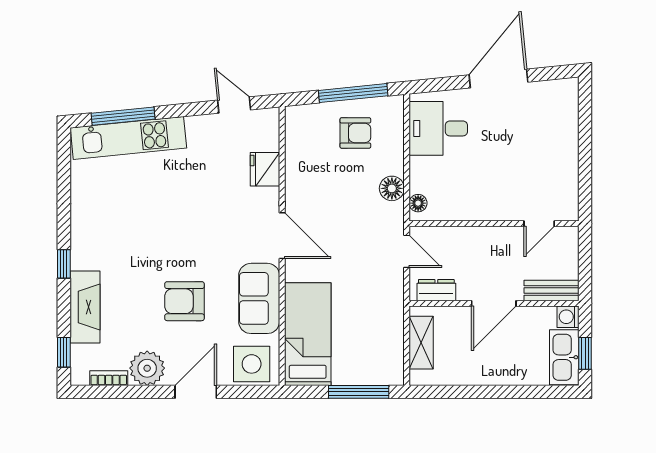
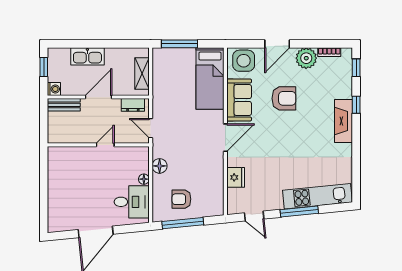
window: (123, 116) -> (299, 211), moved
floor lamp: (418, 203) -> (144, 179), moved
door: (539, 224) -> (105, 145), moved
door: (282, 236) -> (225, 138), swing flipped
window: (64, 264) -> (356, 105), moved
fireplace: (85, 307) -> (344, 121), moved
kitchen sink: (564, 357) -> (87, 56), moved, turned 90

